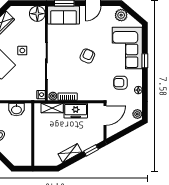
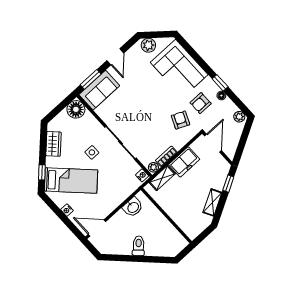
armchair: (87, 56) -> (181, 120), moved
window: (145, 61) -> (220, 83), moved

